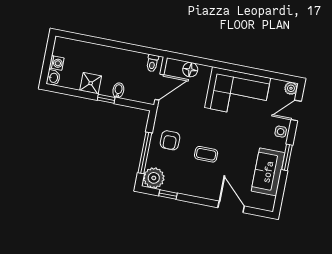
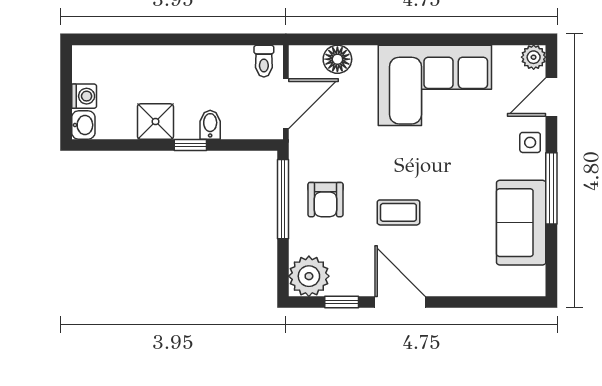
window: (145, 153) -> (283, 199), moved
window: (287, 157) -> (551, 188), width x1.44
door: (231, 207) -> (400, 302), moved

